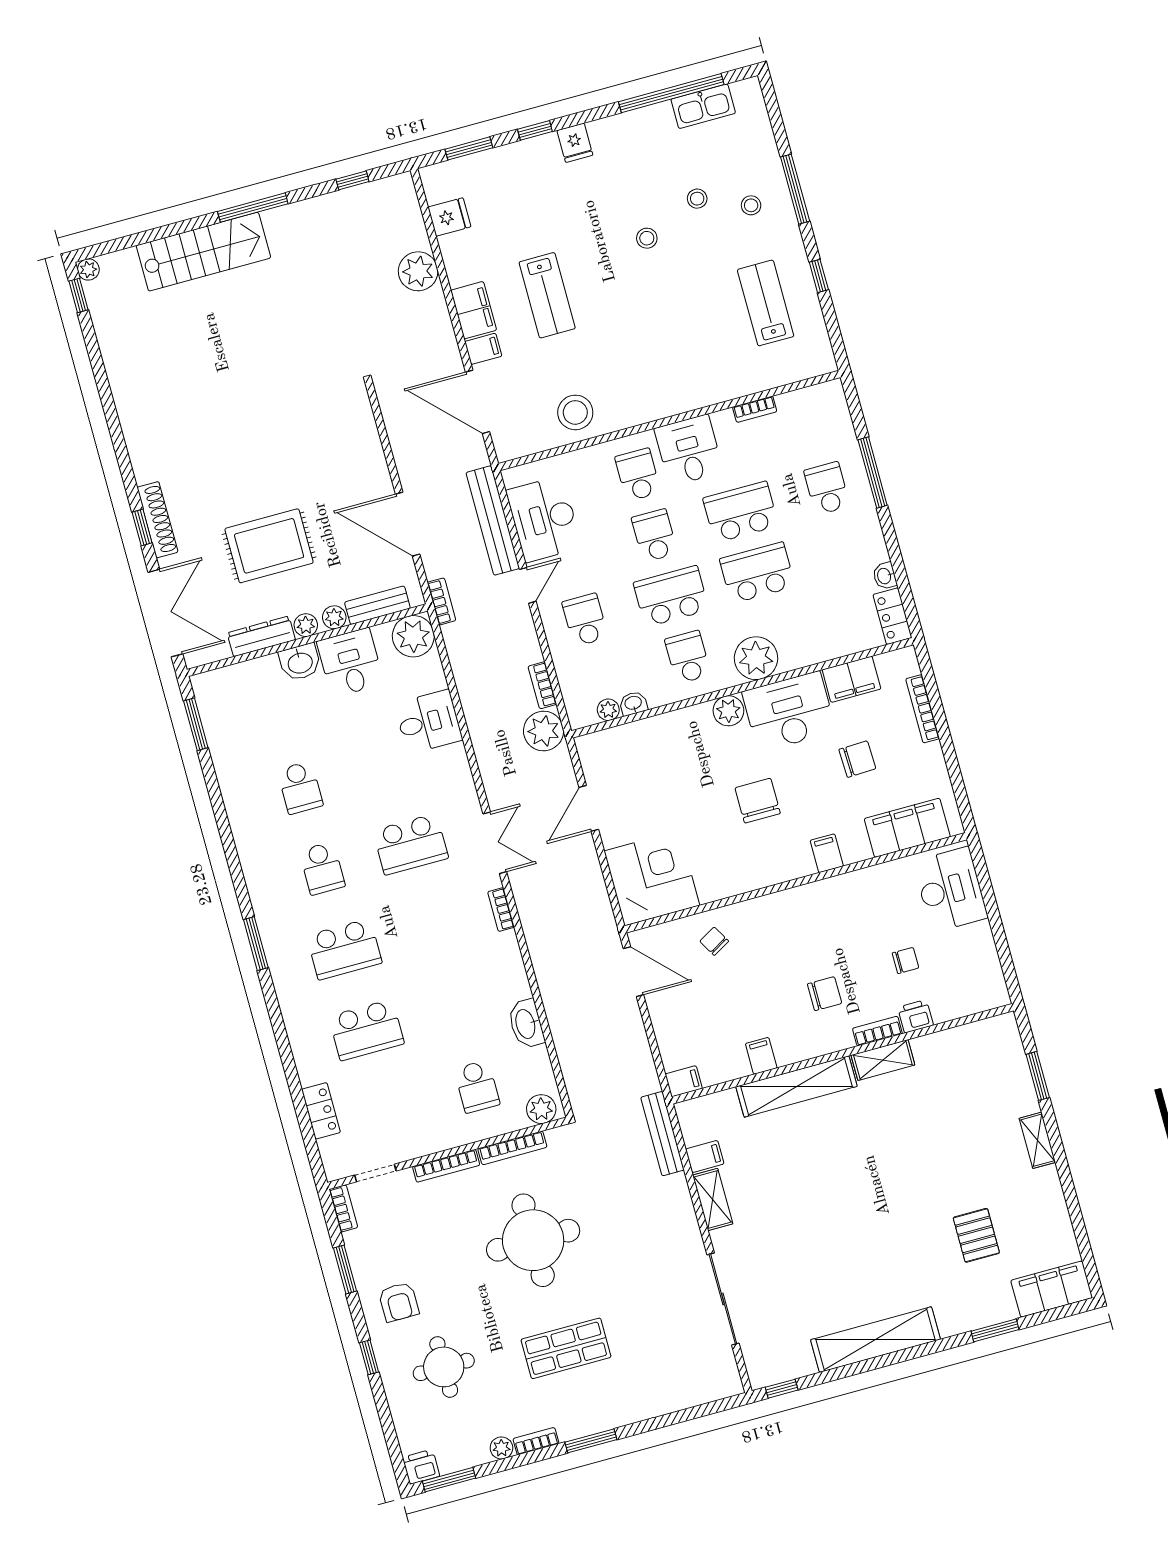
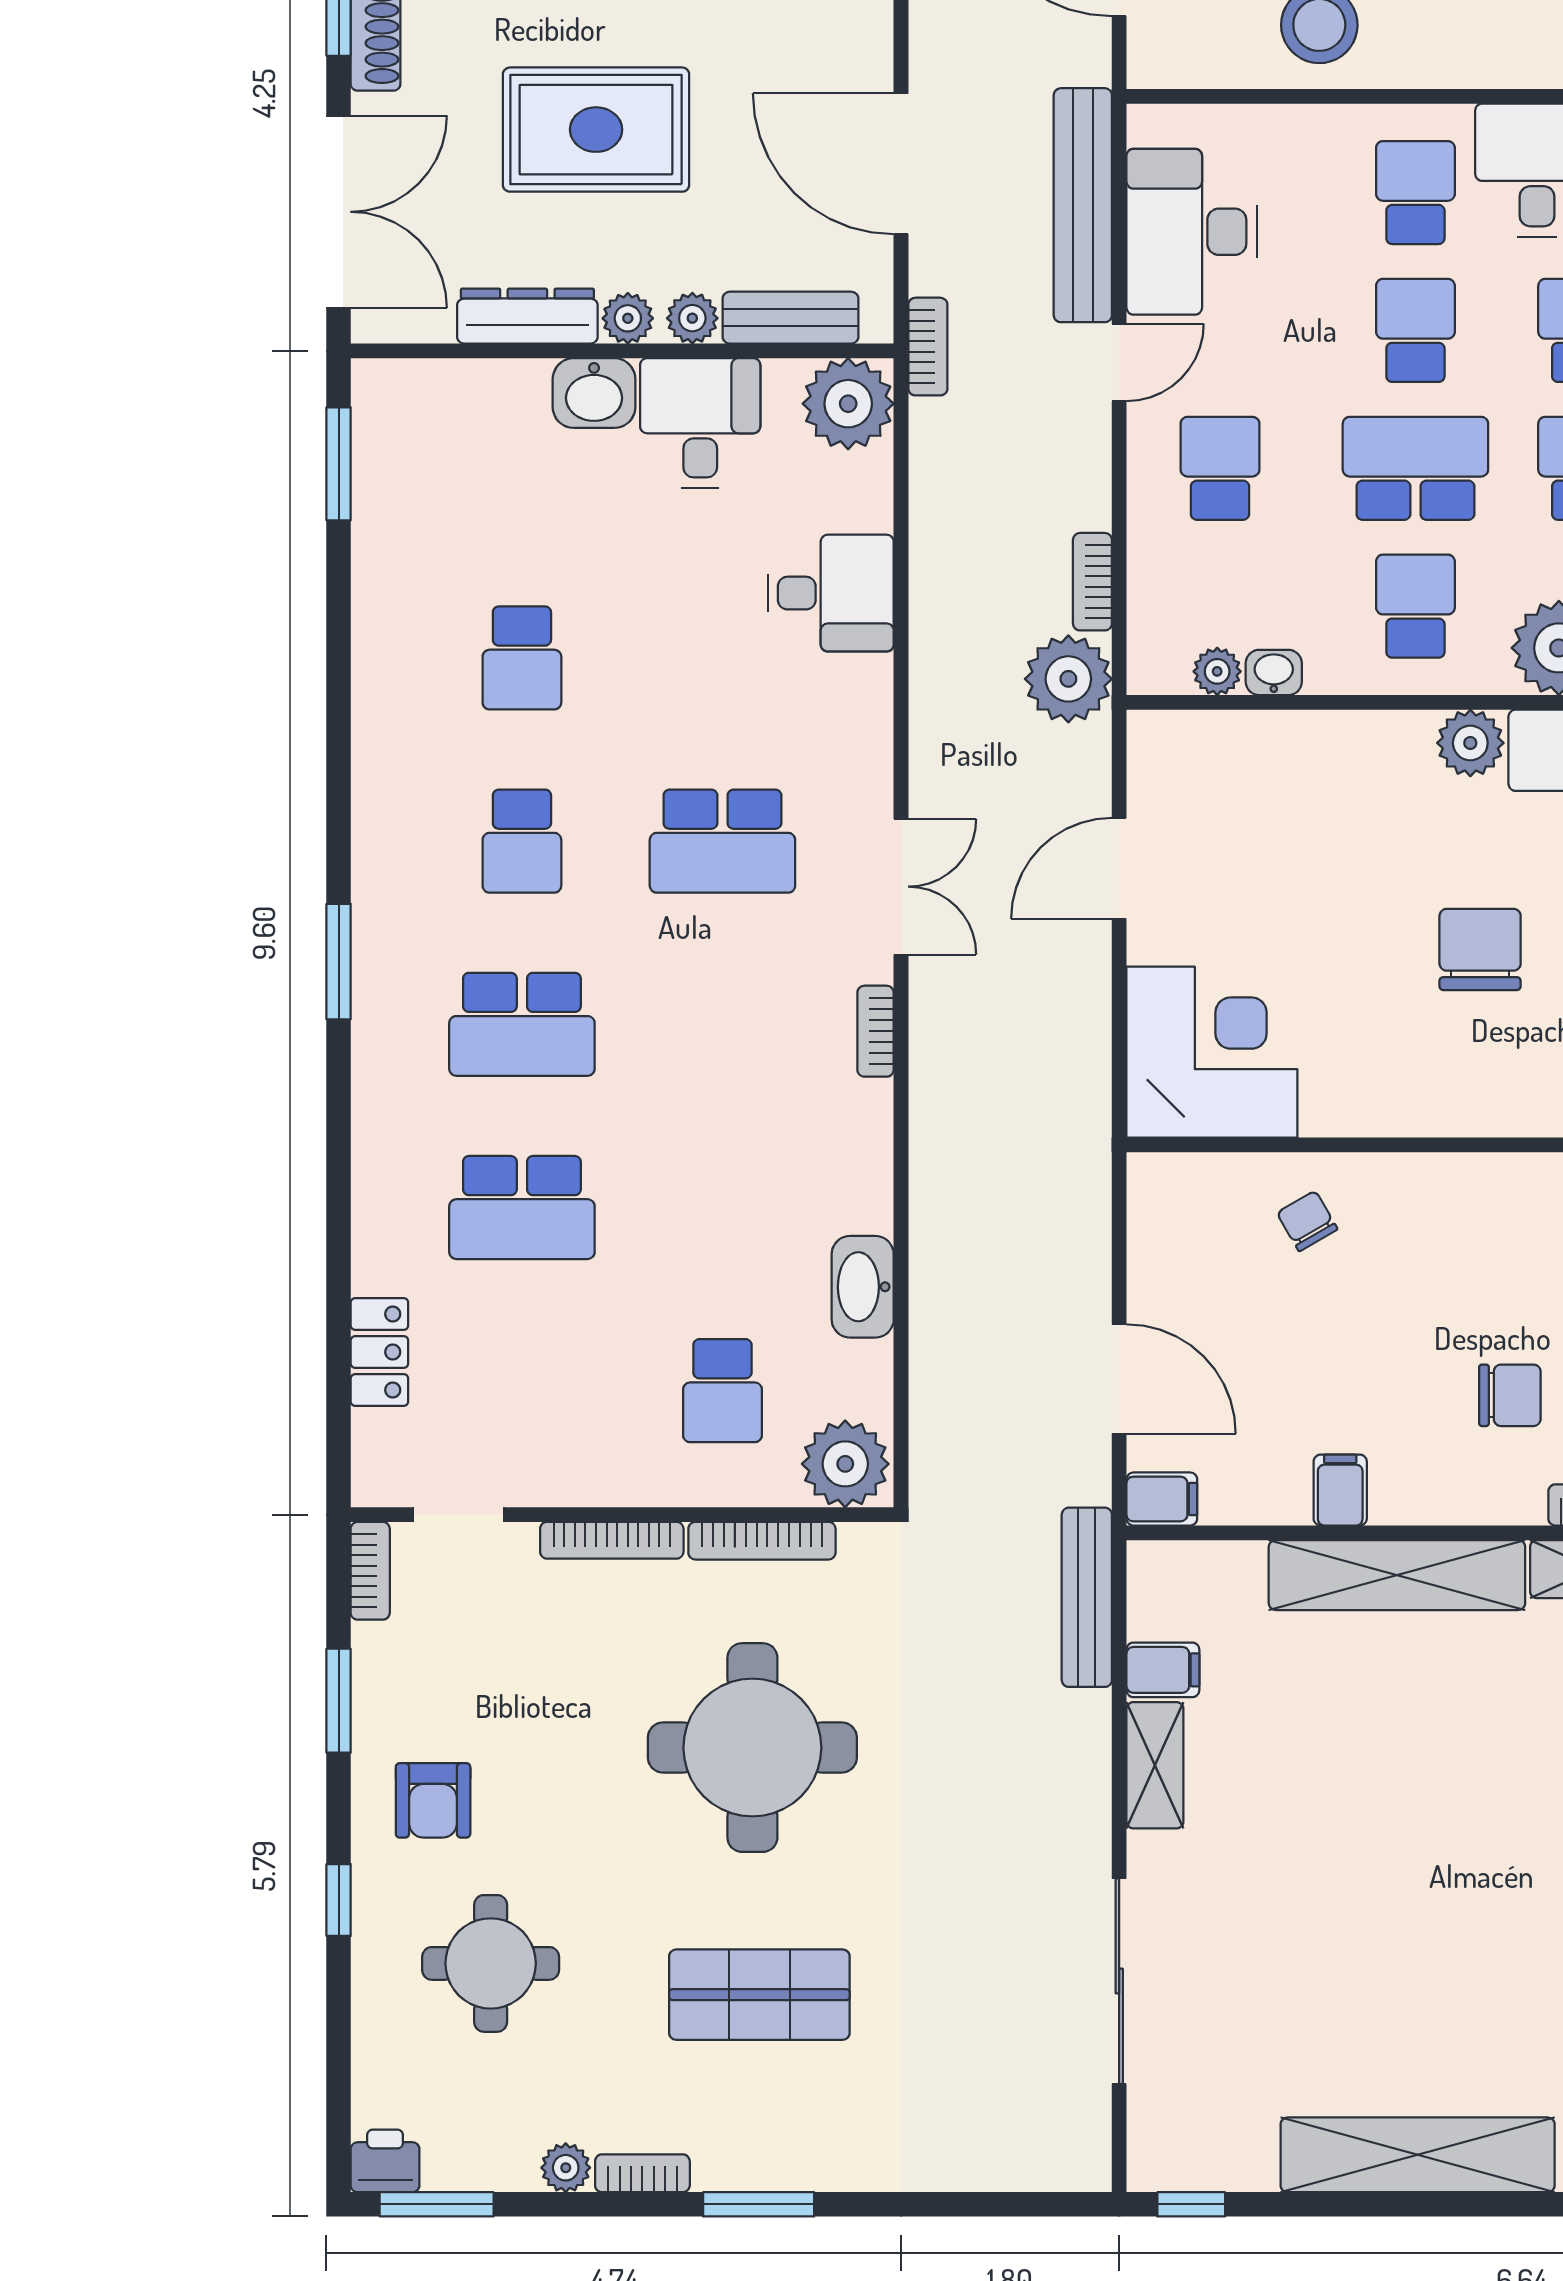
door: (633, 972) -> (1119, 1379), moved
plant: (541, 1109) -> (845, 1464), width x1.36, depth x1.36

